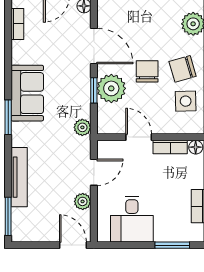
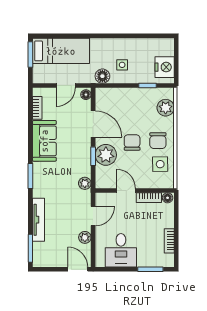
chair: (183, 69) -> (158, 141), turned -74
sofa: (27, 93) -> (44, 141), moved

